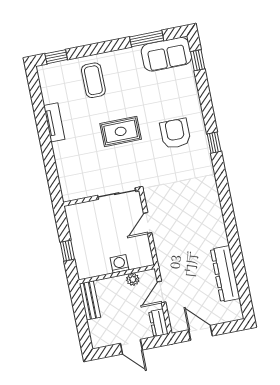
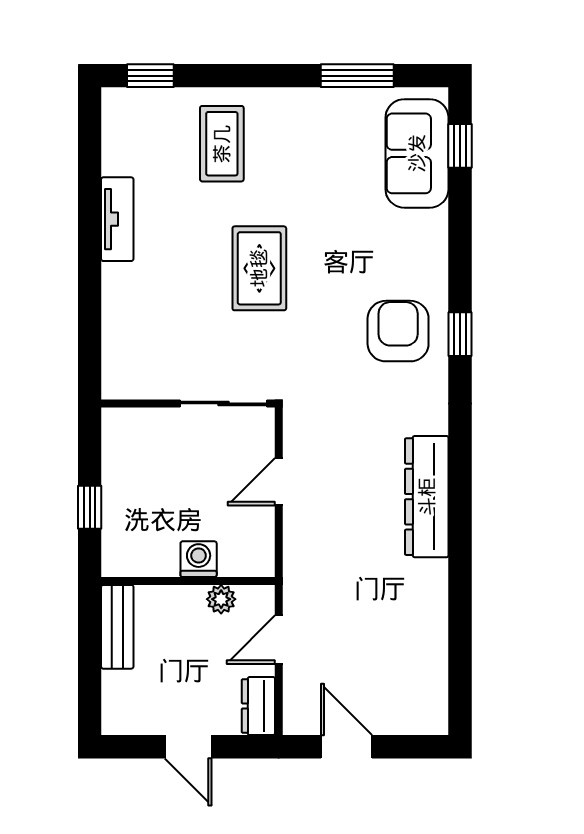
sofa: (166, 54) -> (417, 153), moved, turned 90
rug: (121, 131) -> (259, 268), turned 90
armchair: (175, 134) -> (398, 331), moved
dresser: (225, 274) -> (427, 497), moved

